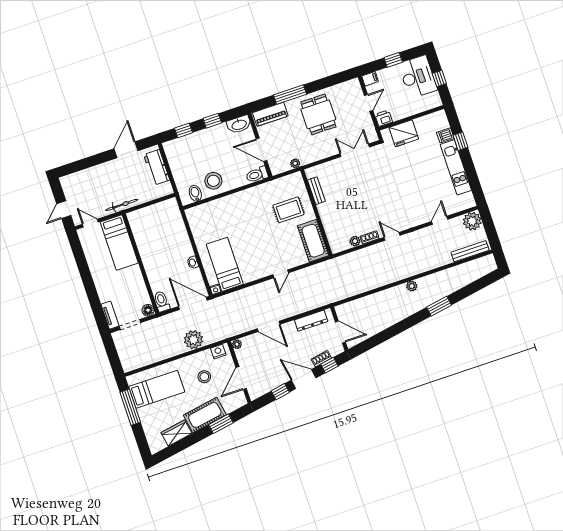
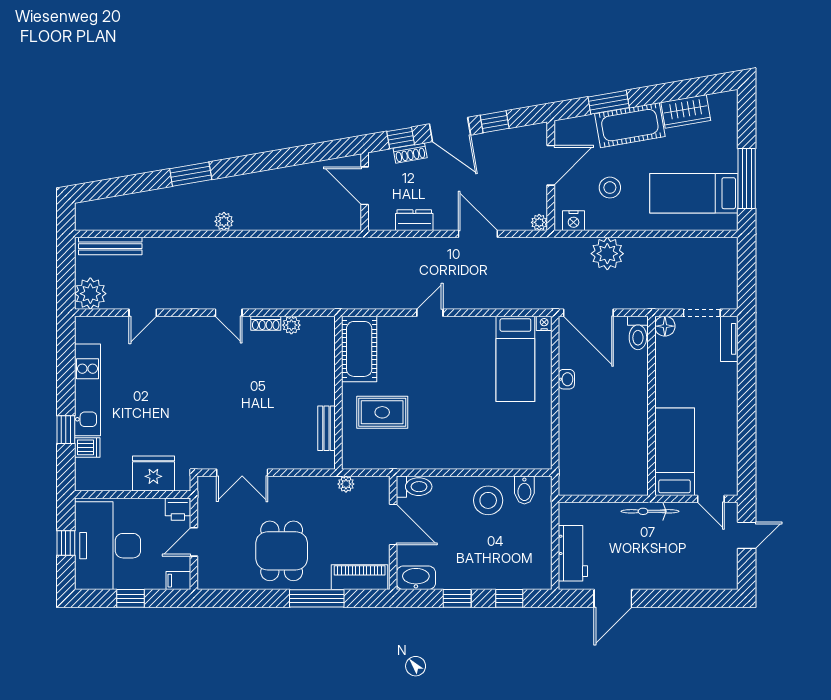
desk: (418, 77) -> (107, 546), width x1.36, depth x1.30
dresser: (311, 321) -> (414, 220), width x0.70

